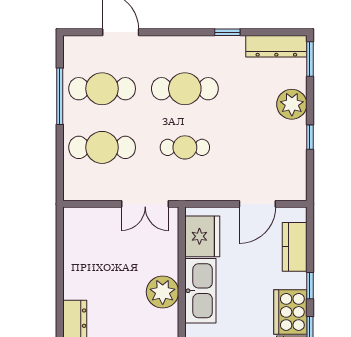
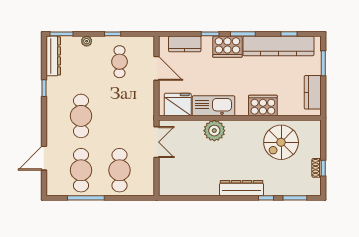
plant: (292, 104) -> (87, 41), width x0.53, depth x0.53
cafe table: (185, 147) -> (119, 62), moved

